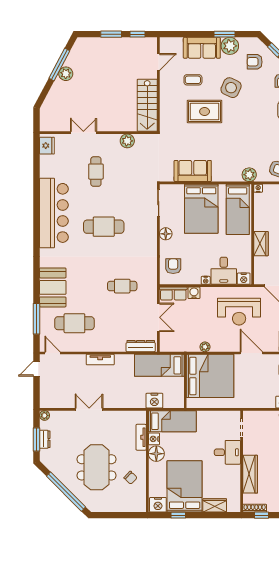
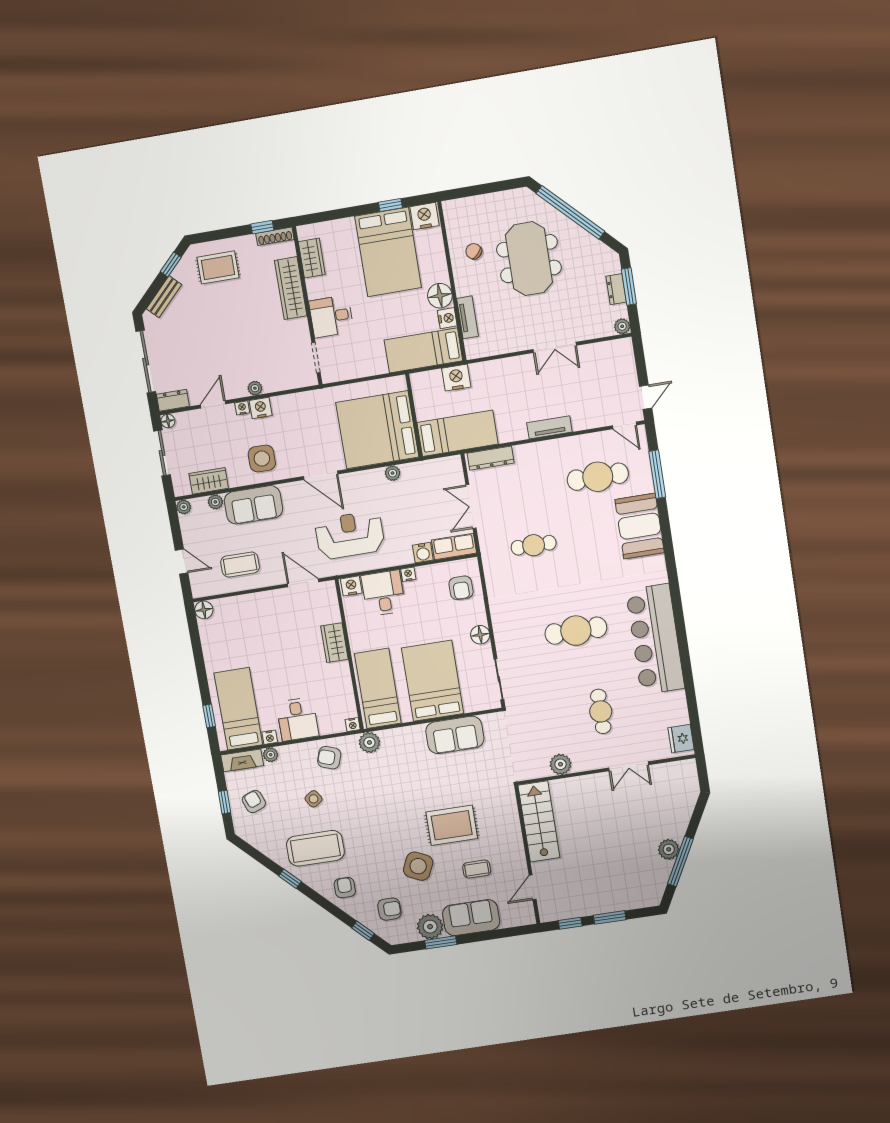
wardrobe: (215, 505) -> (312, 258), moved, turned -90

